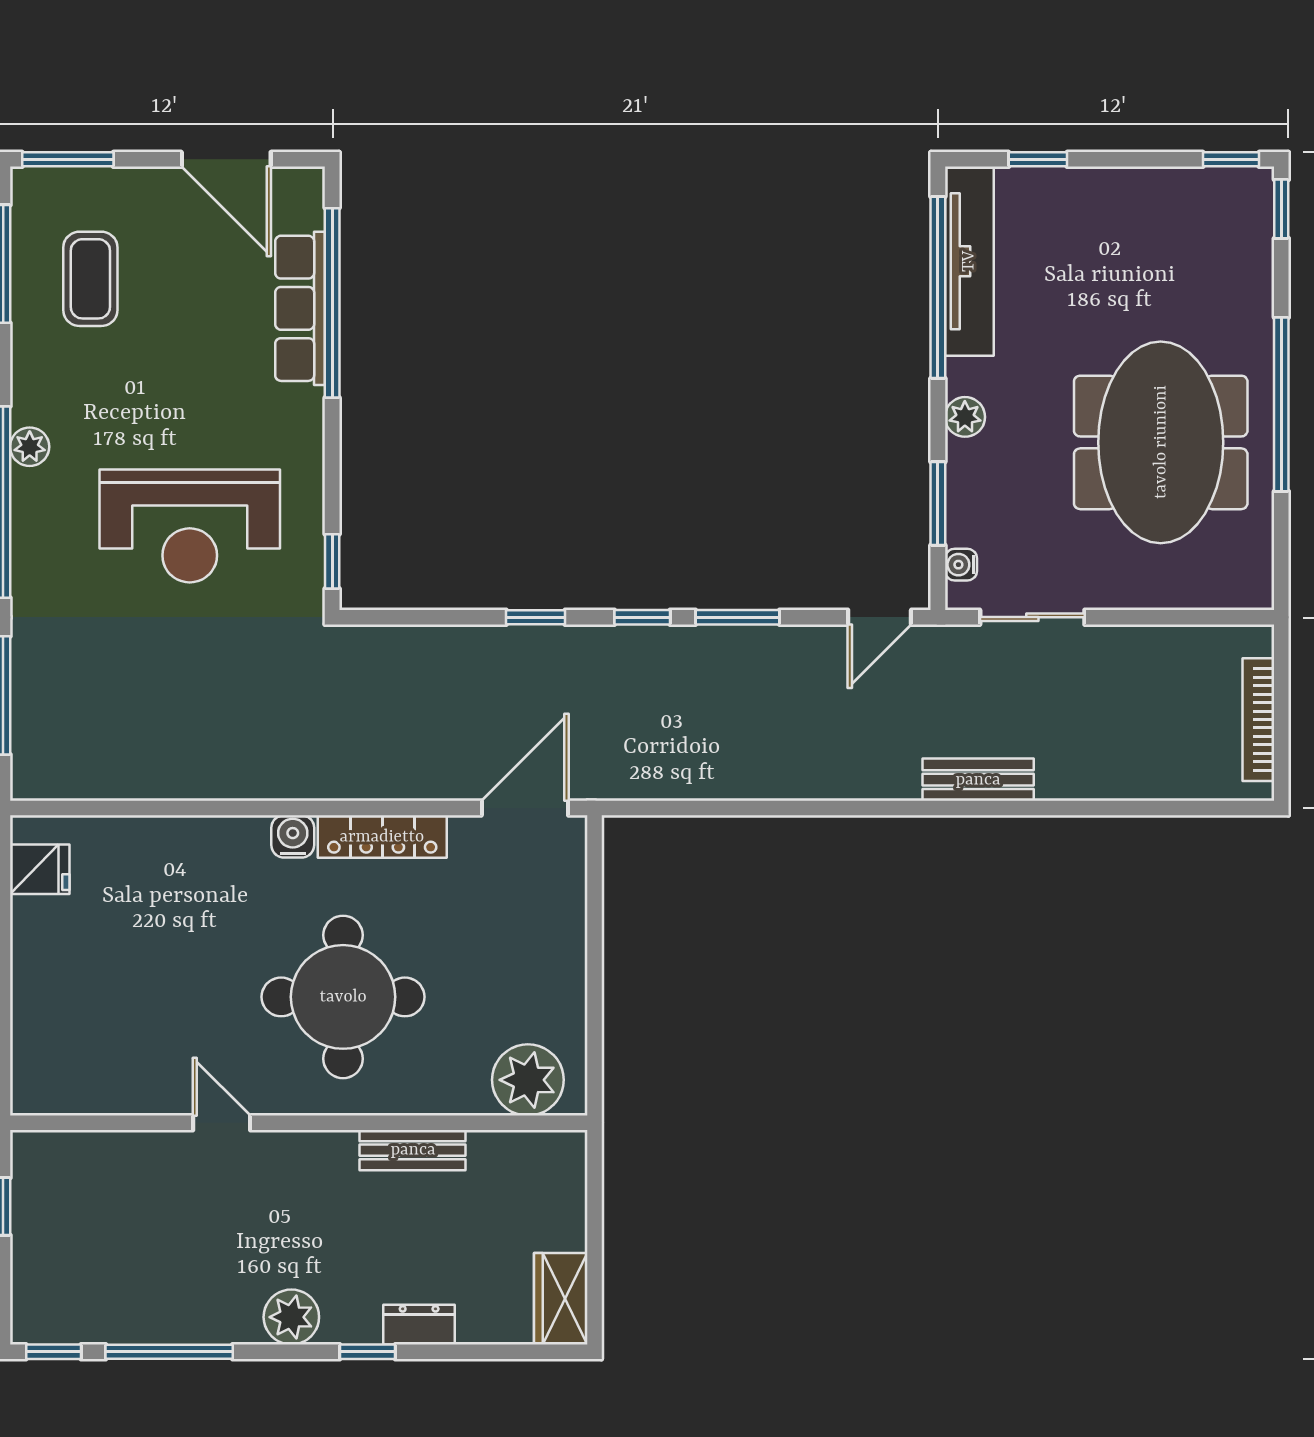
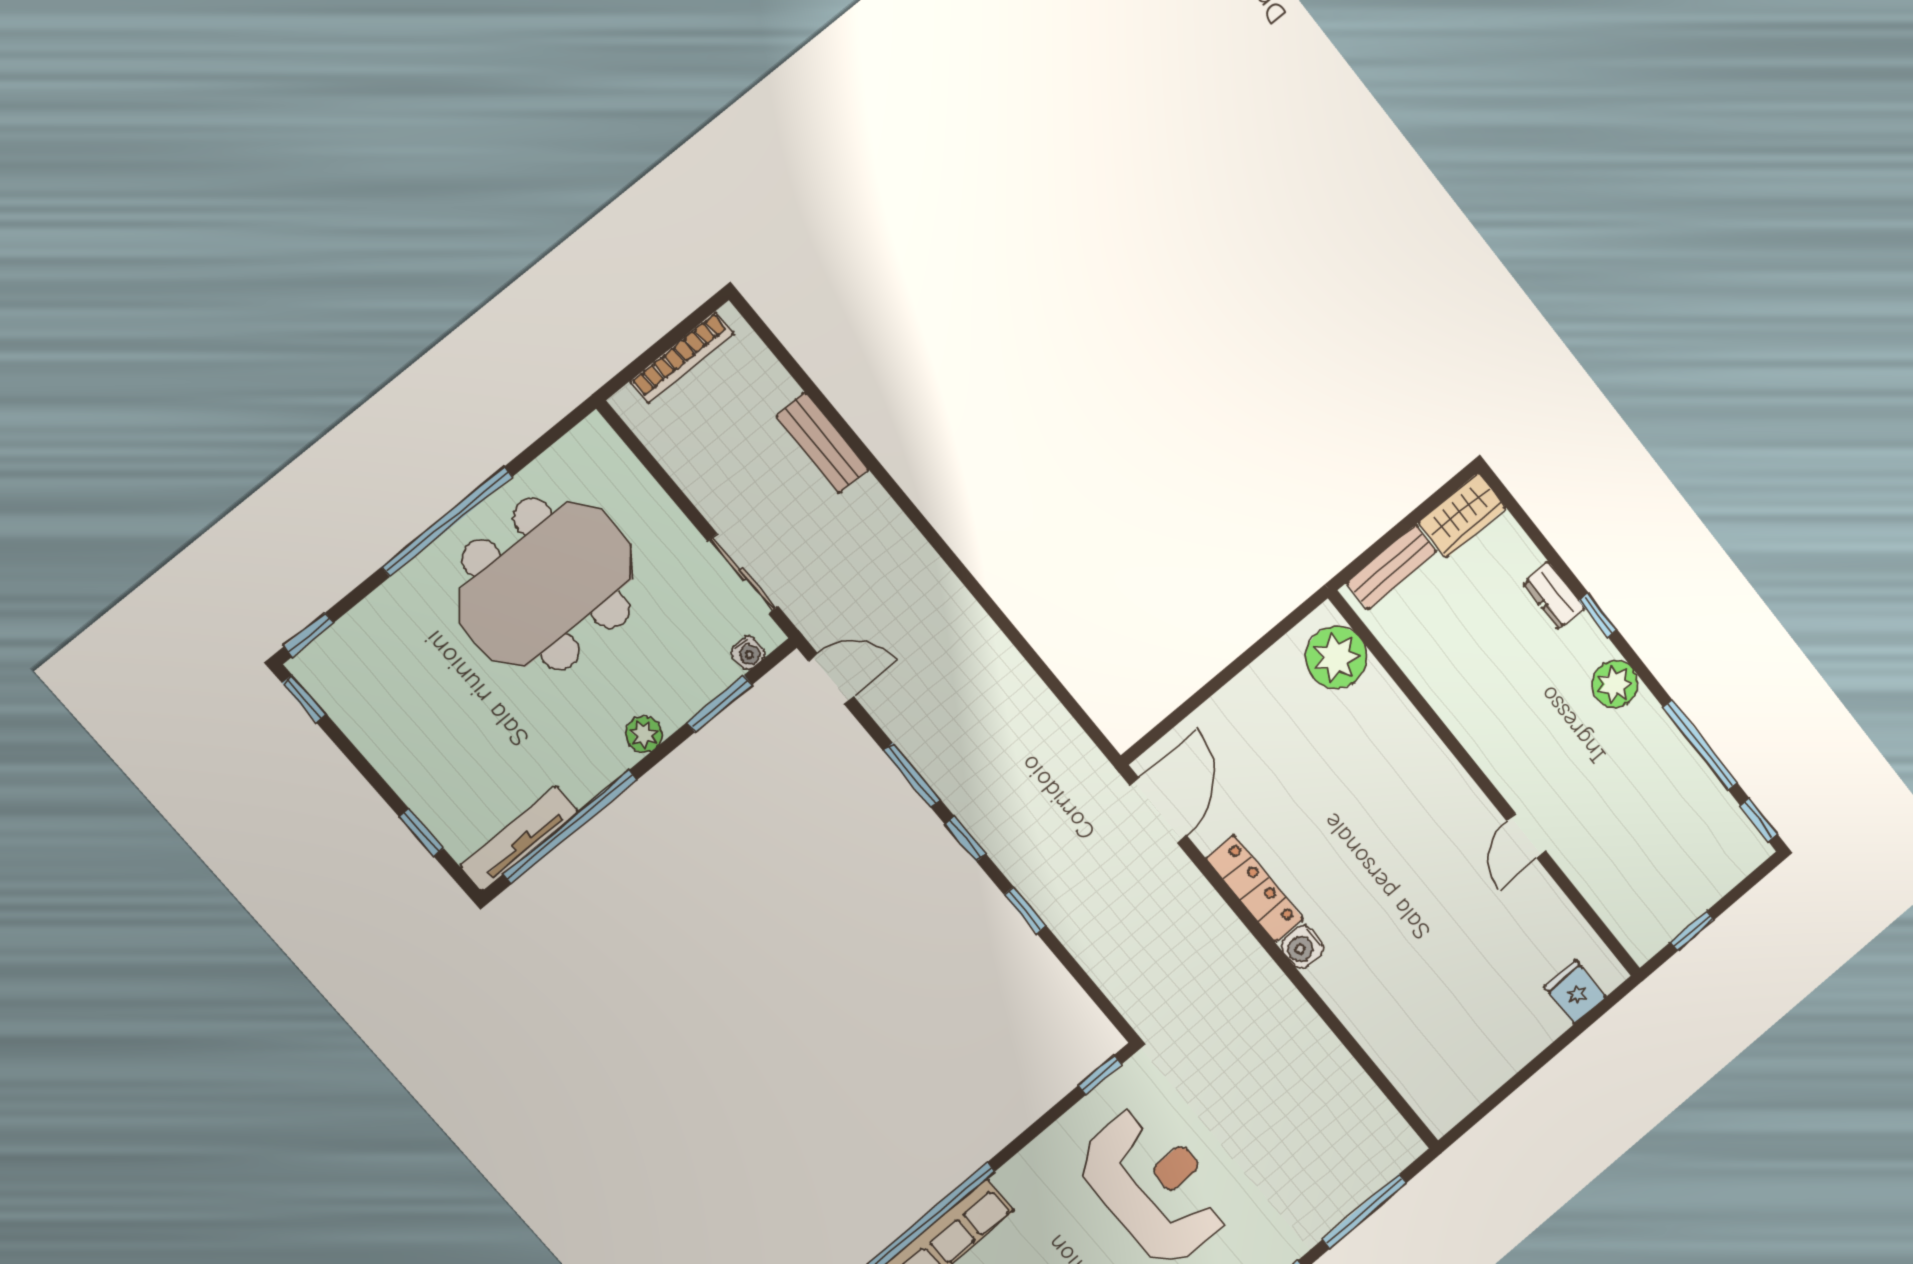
tv unit: (969, 261) -> (519, 839), width x0.73, depth x0.78
bench: (978, 780) -> (822, 443), moved
door: (525, 808) -> (1158, 810), swing flipped
fridge: (40, 869) -> (1575, 992), moved
round table: (343, 997) -> (1381, 826), removed
bench: (413, 1150) -> (1392, 567), moved, turned 90

